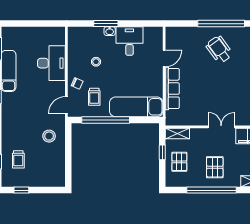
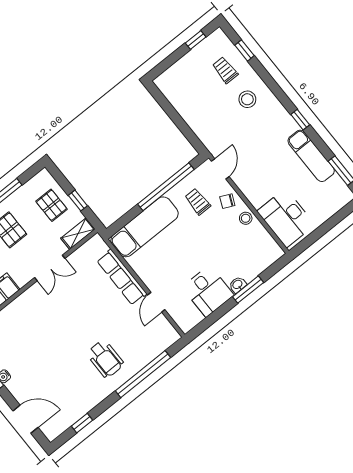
window: (221, 24) -> (143, 374), moved
wheelchair: (219, 49) -> (105, 359), turned 36
stool: (96, 62) -> (246, 218), moved
desk: (51, 63) -> (286, 218), moved
double door: (221, 127) -> (50, 268), moved
stool: (49, 136) -> (247, 99), moved

